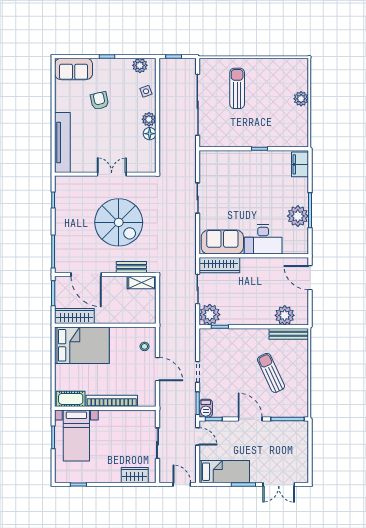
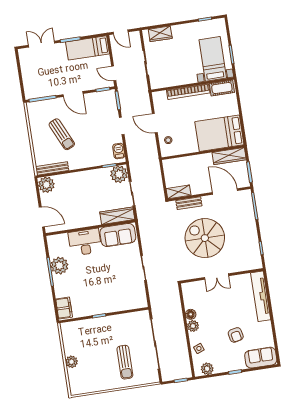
plant: (285, 315) -> (46, 185), moved
barbecue: (206, 408) -> (119, 151), moved

